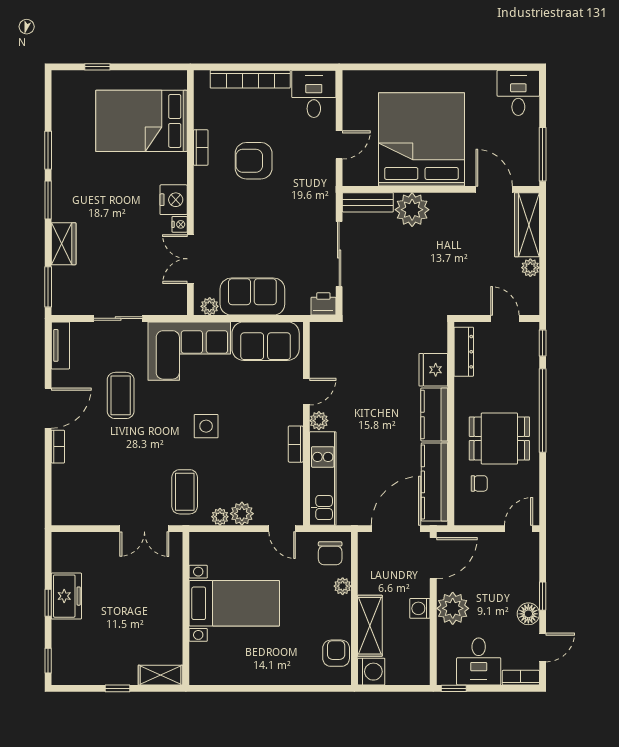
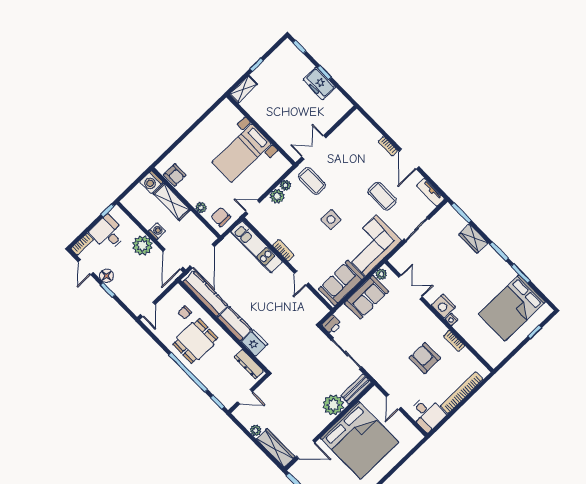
bed: (141, 121) -> (512, 308), moved, turned 180
armchair: (254, 161) -> (425, 358), turned -90
nightstand: (180, 224) -> (451, 319), moved
plant: (319, 421) -> (283, 271), removed

